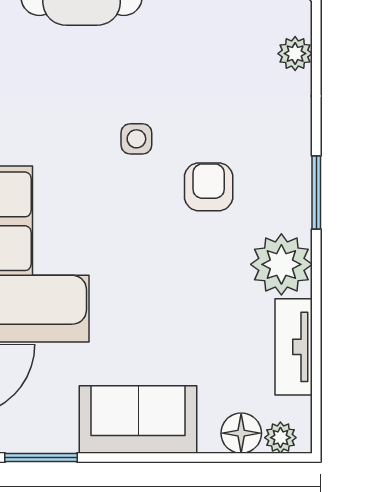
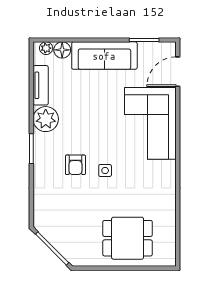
plant: (295, 54) -> (40, 205), removed
armchair: (209, 187) -> (75, 165), moved
sofa: (138, 419) -> (104, 56), width x1.36

